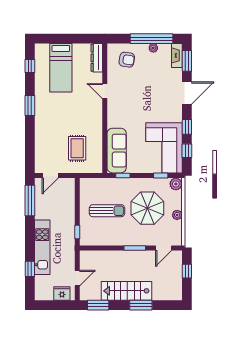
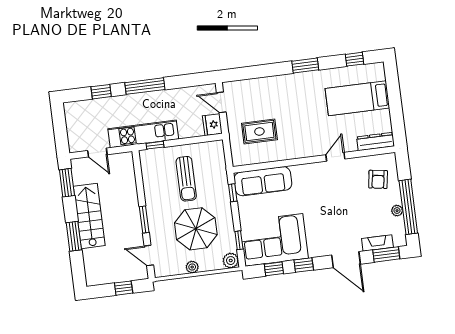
fireplace: (177, 55) -> (377, 243), moved
window: (30, 201) -> (145, 86), moved
kitchen unit: (42, 247) -> (143, 134), moved, turned 180
fridge: (62, 293) -> (212, 125), moved, turned 180

